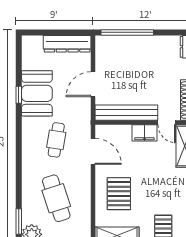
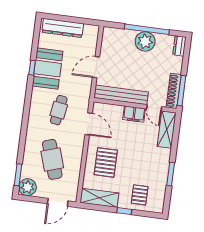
window: (127, 32) -> (147, 29), moved
dresser: (67, 44) -> (63, 28), moved
plant: (146, 47) -> (145, 41), added

